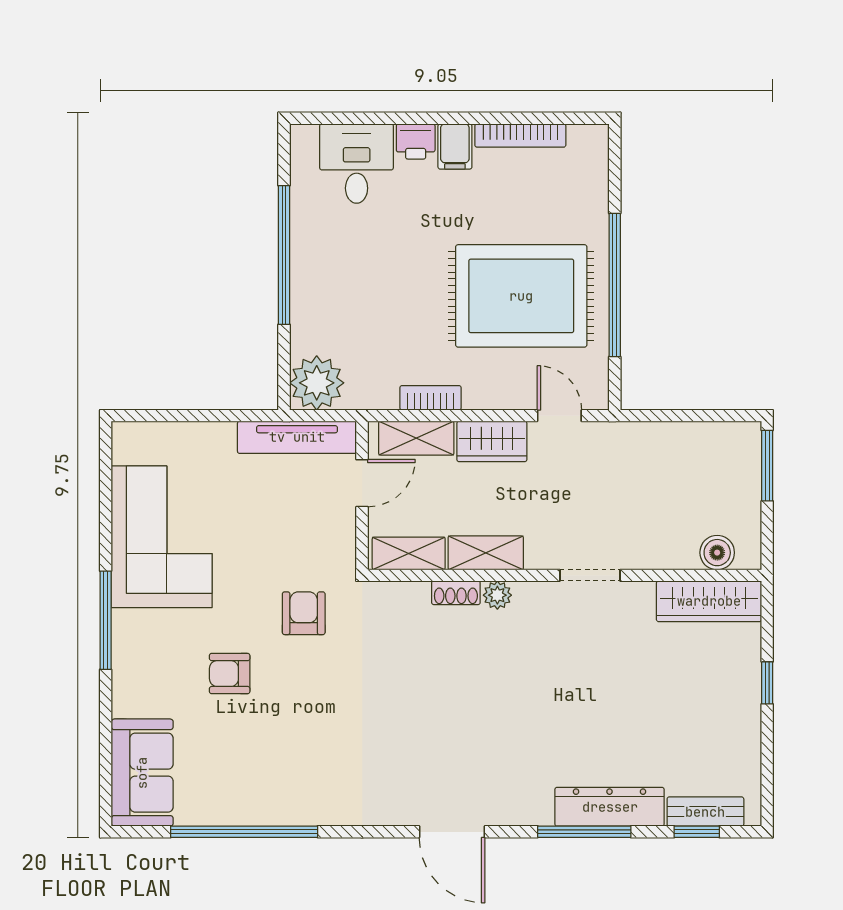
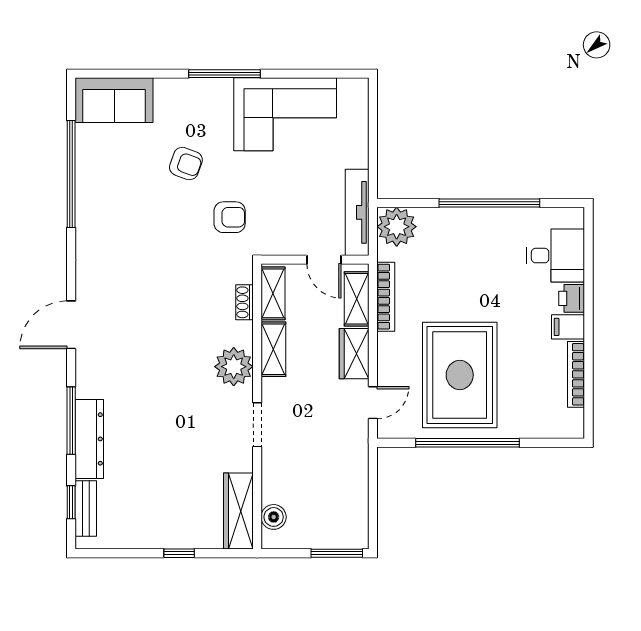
bookcase: (430, 398) -> (386, 297), width x1.56
shoe rack: (456, 593) -> (244, 302), moved
plant: (497, 595) -> (234, 367), width x1.88, depth x1.88
armchair: (230, 674) -> (186, 164), turned 110

